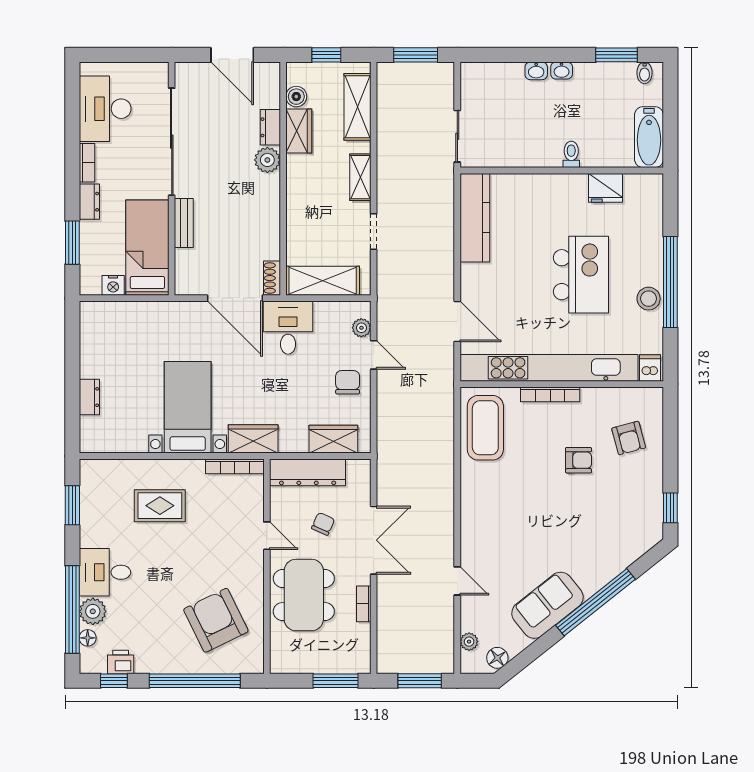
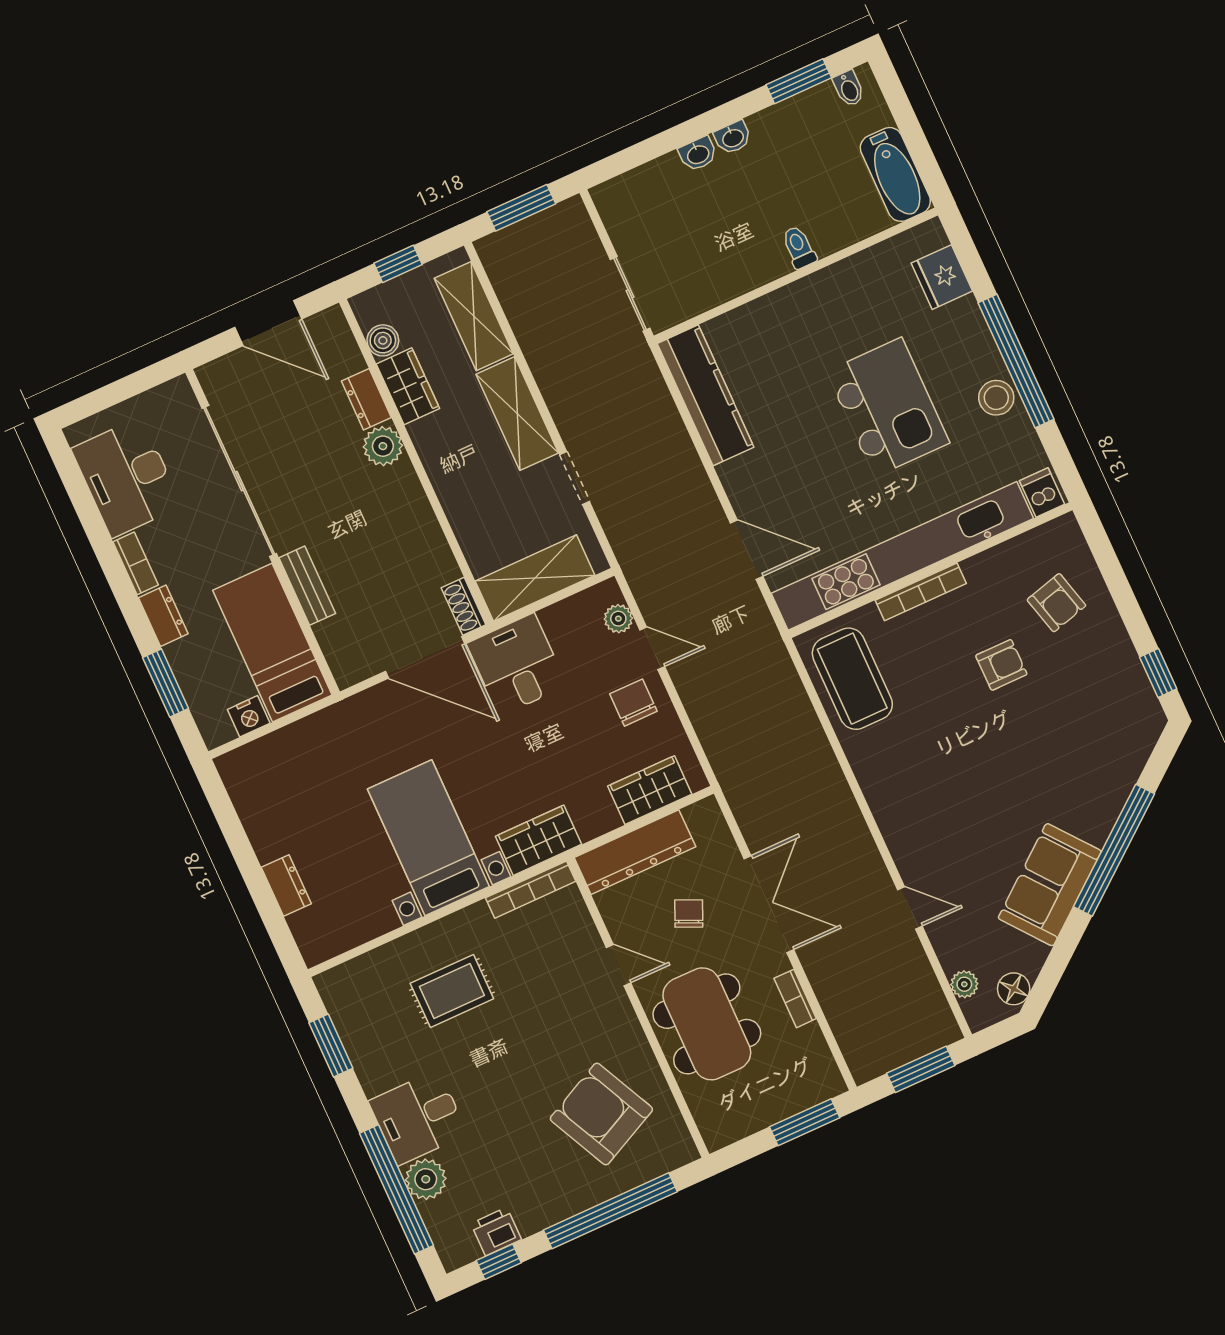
shelving: (360, 177) -> (517, 414), width x1.50, depth x1.33
fridge: (606, 188) -> (942, 277), moved, turned 90
floor lamp: (88, 638) -> (435, 1219), removed

